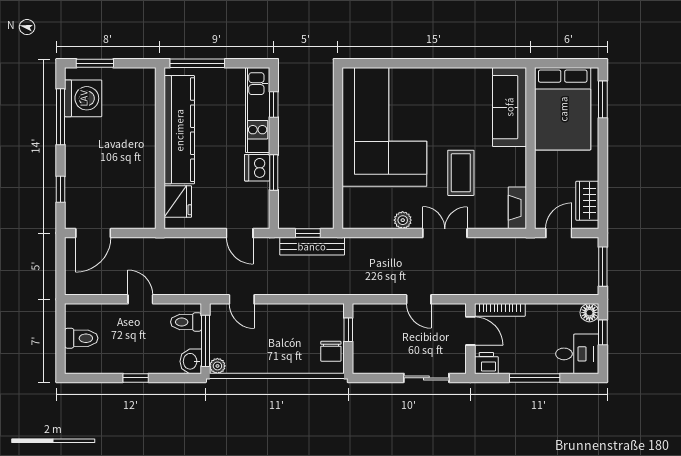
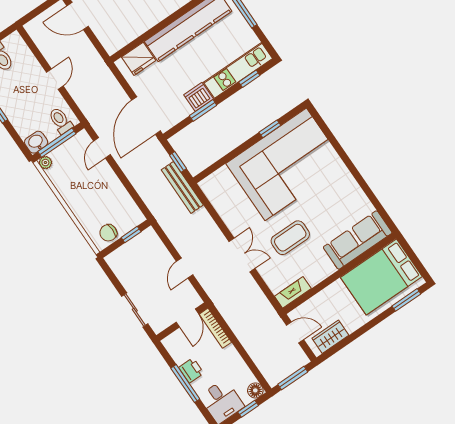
window: (338, 118) -> (270, 129), added
plant: (403, 220) -> (231, 220), removed
door: (240, 233) -> (146, 116), width x1.88
bench: (312, 246) -> (182, 187), moved
printer: (486, 363) -> (191, 370), moved

